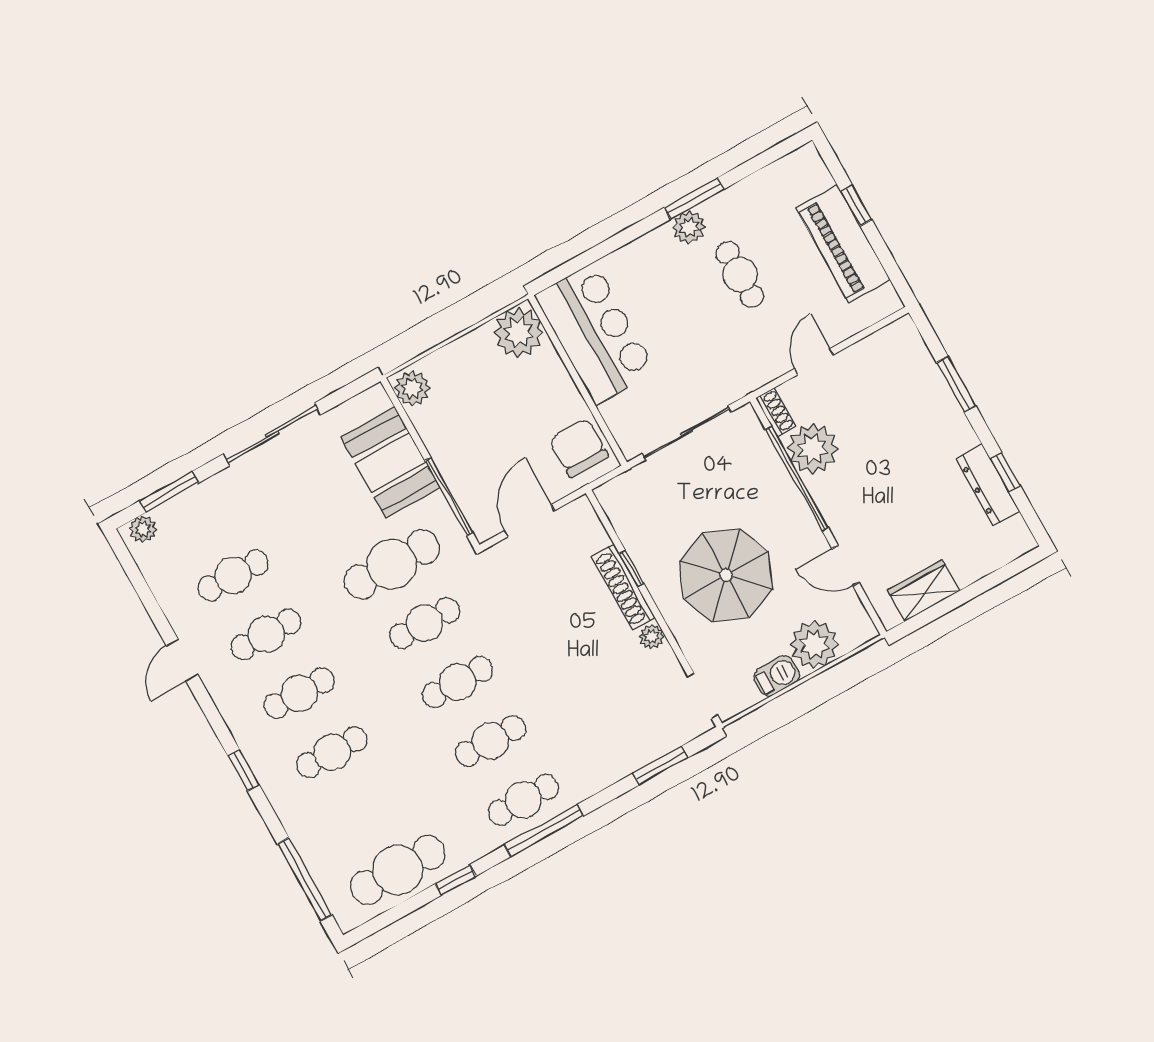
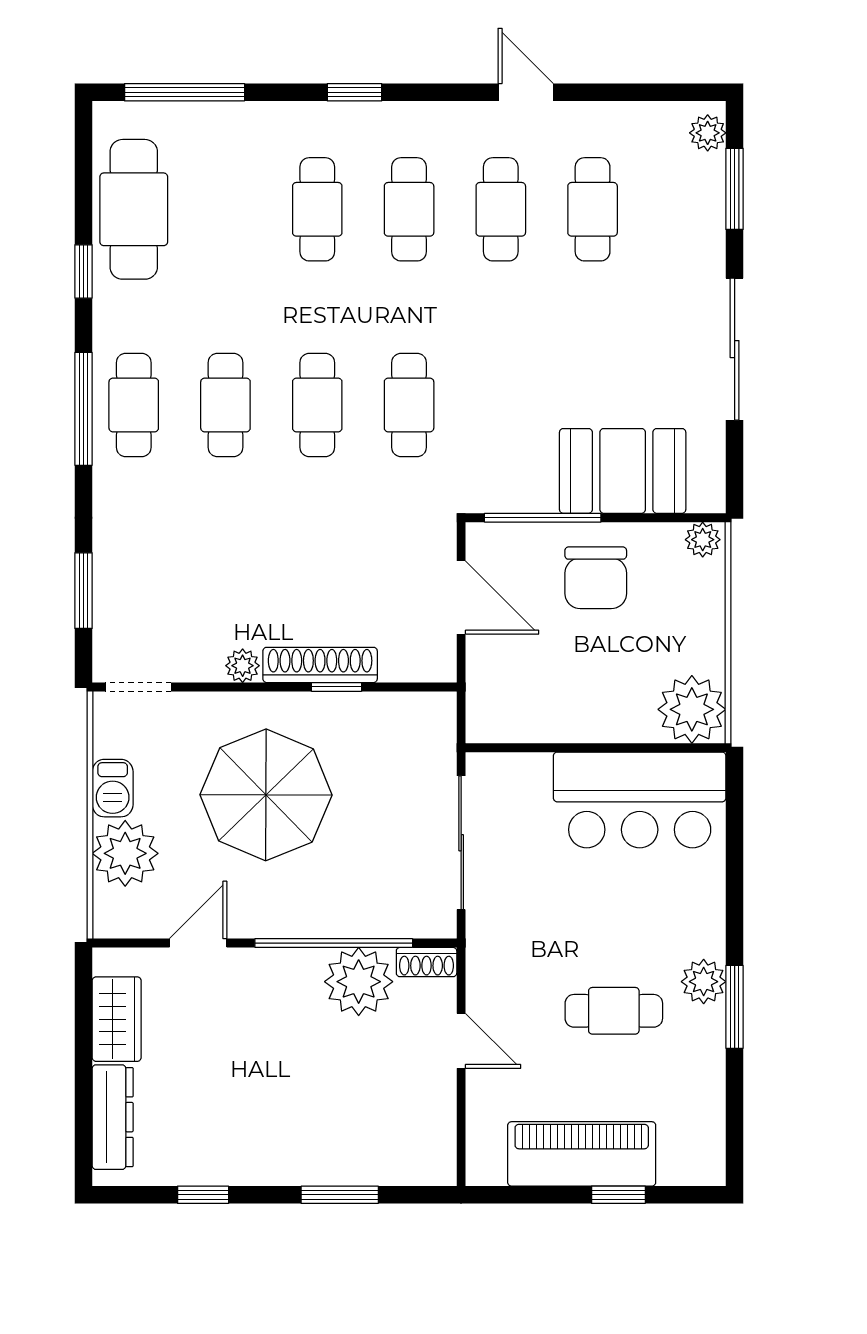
plant: (412, 388) -> (703, 540), width x0.73, depth x0.73
chair: (579, 448) -> (596, 578), moved, turned 90
dresser: (988, 484) -> (113, 1117), moved, turned 90
cafe table: (392, 564) -> (501, 405), removed

